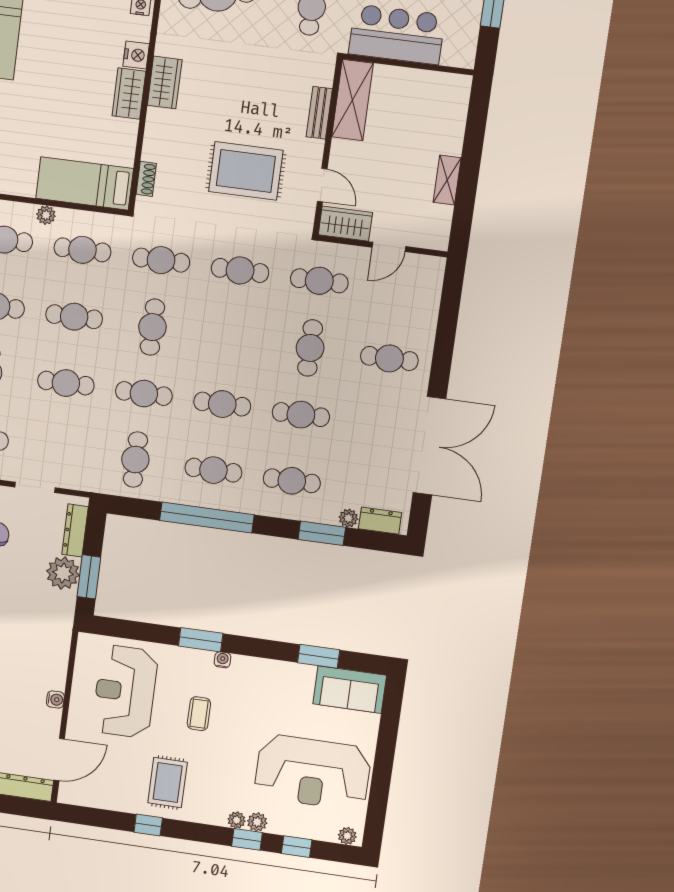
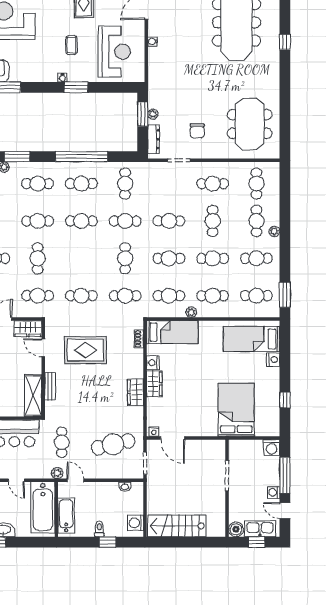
nightstand: (136, 55) -> (153, 363), moved
plant: (63, 573) -> (153, 114), width x0.53, depth x0.53

